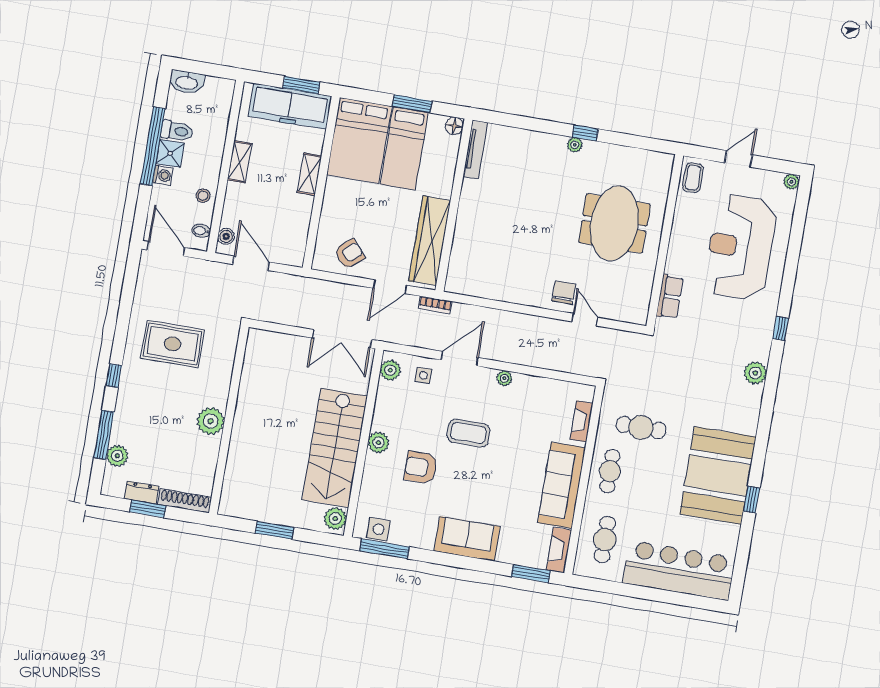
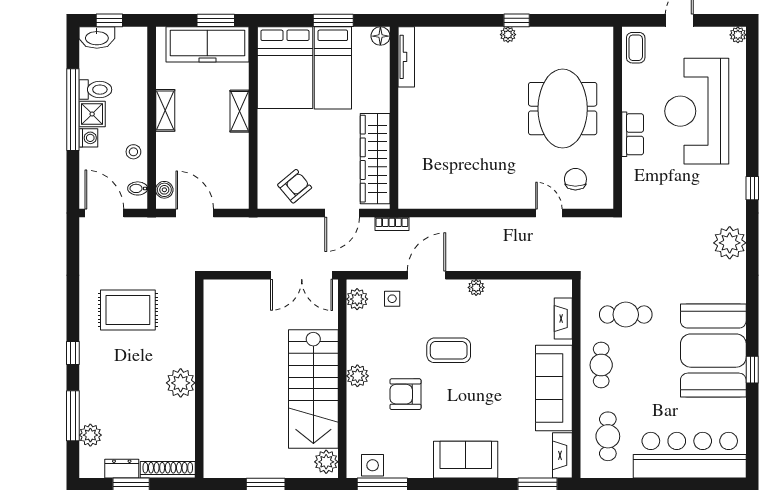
window: (201, 68) -> (109, 20), added
chair: (564, 293) -> (575, 179), moved
row of seats: (670, 297) -> (633, 134), moved
plant: (755, 373) -> (730, 243), width x1.36, depth x1.36

